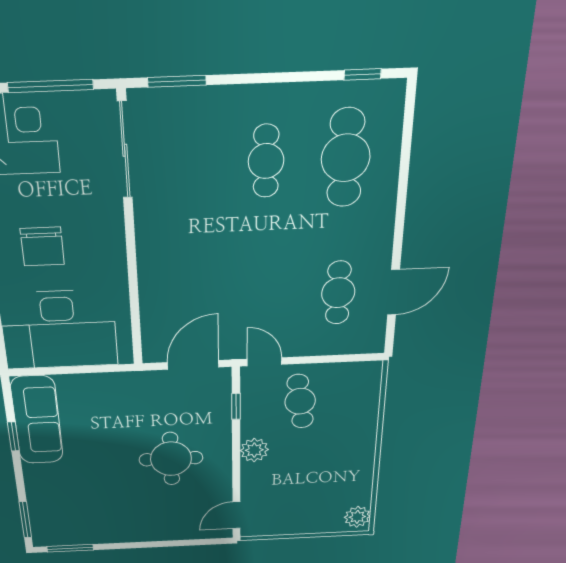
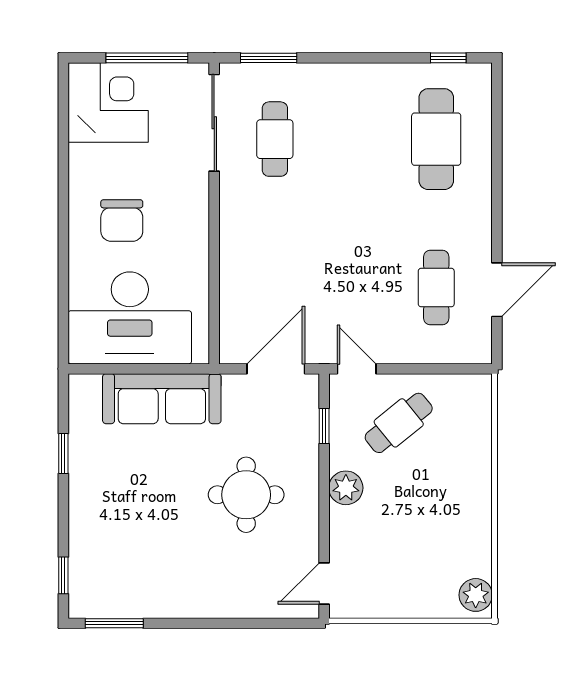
cafe table: (266, 161) -> (275, 139), moved
cafe table: (300, 401) -> (399, 423), turned 59
sofa: (37, 420) -> (162, 399), moved, turned 90
window: (25, 520) -> (63, 575), width x0.67

